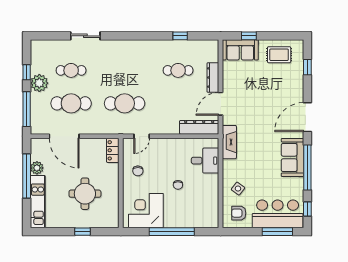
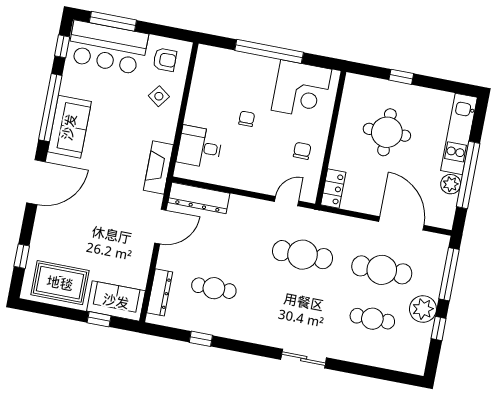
sliding door: (85, 36) -> (304, 359), moved
rug: (279, 55) -> (60, 283), width x1.36, depth x1.43
dresser: (213, 78) -> (160, 292), moved

